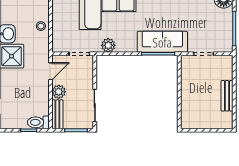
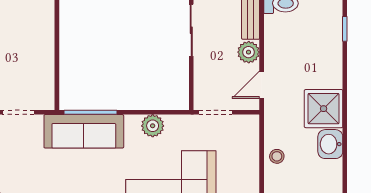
plant: (108, 45) -> (153, 126), moved

